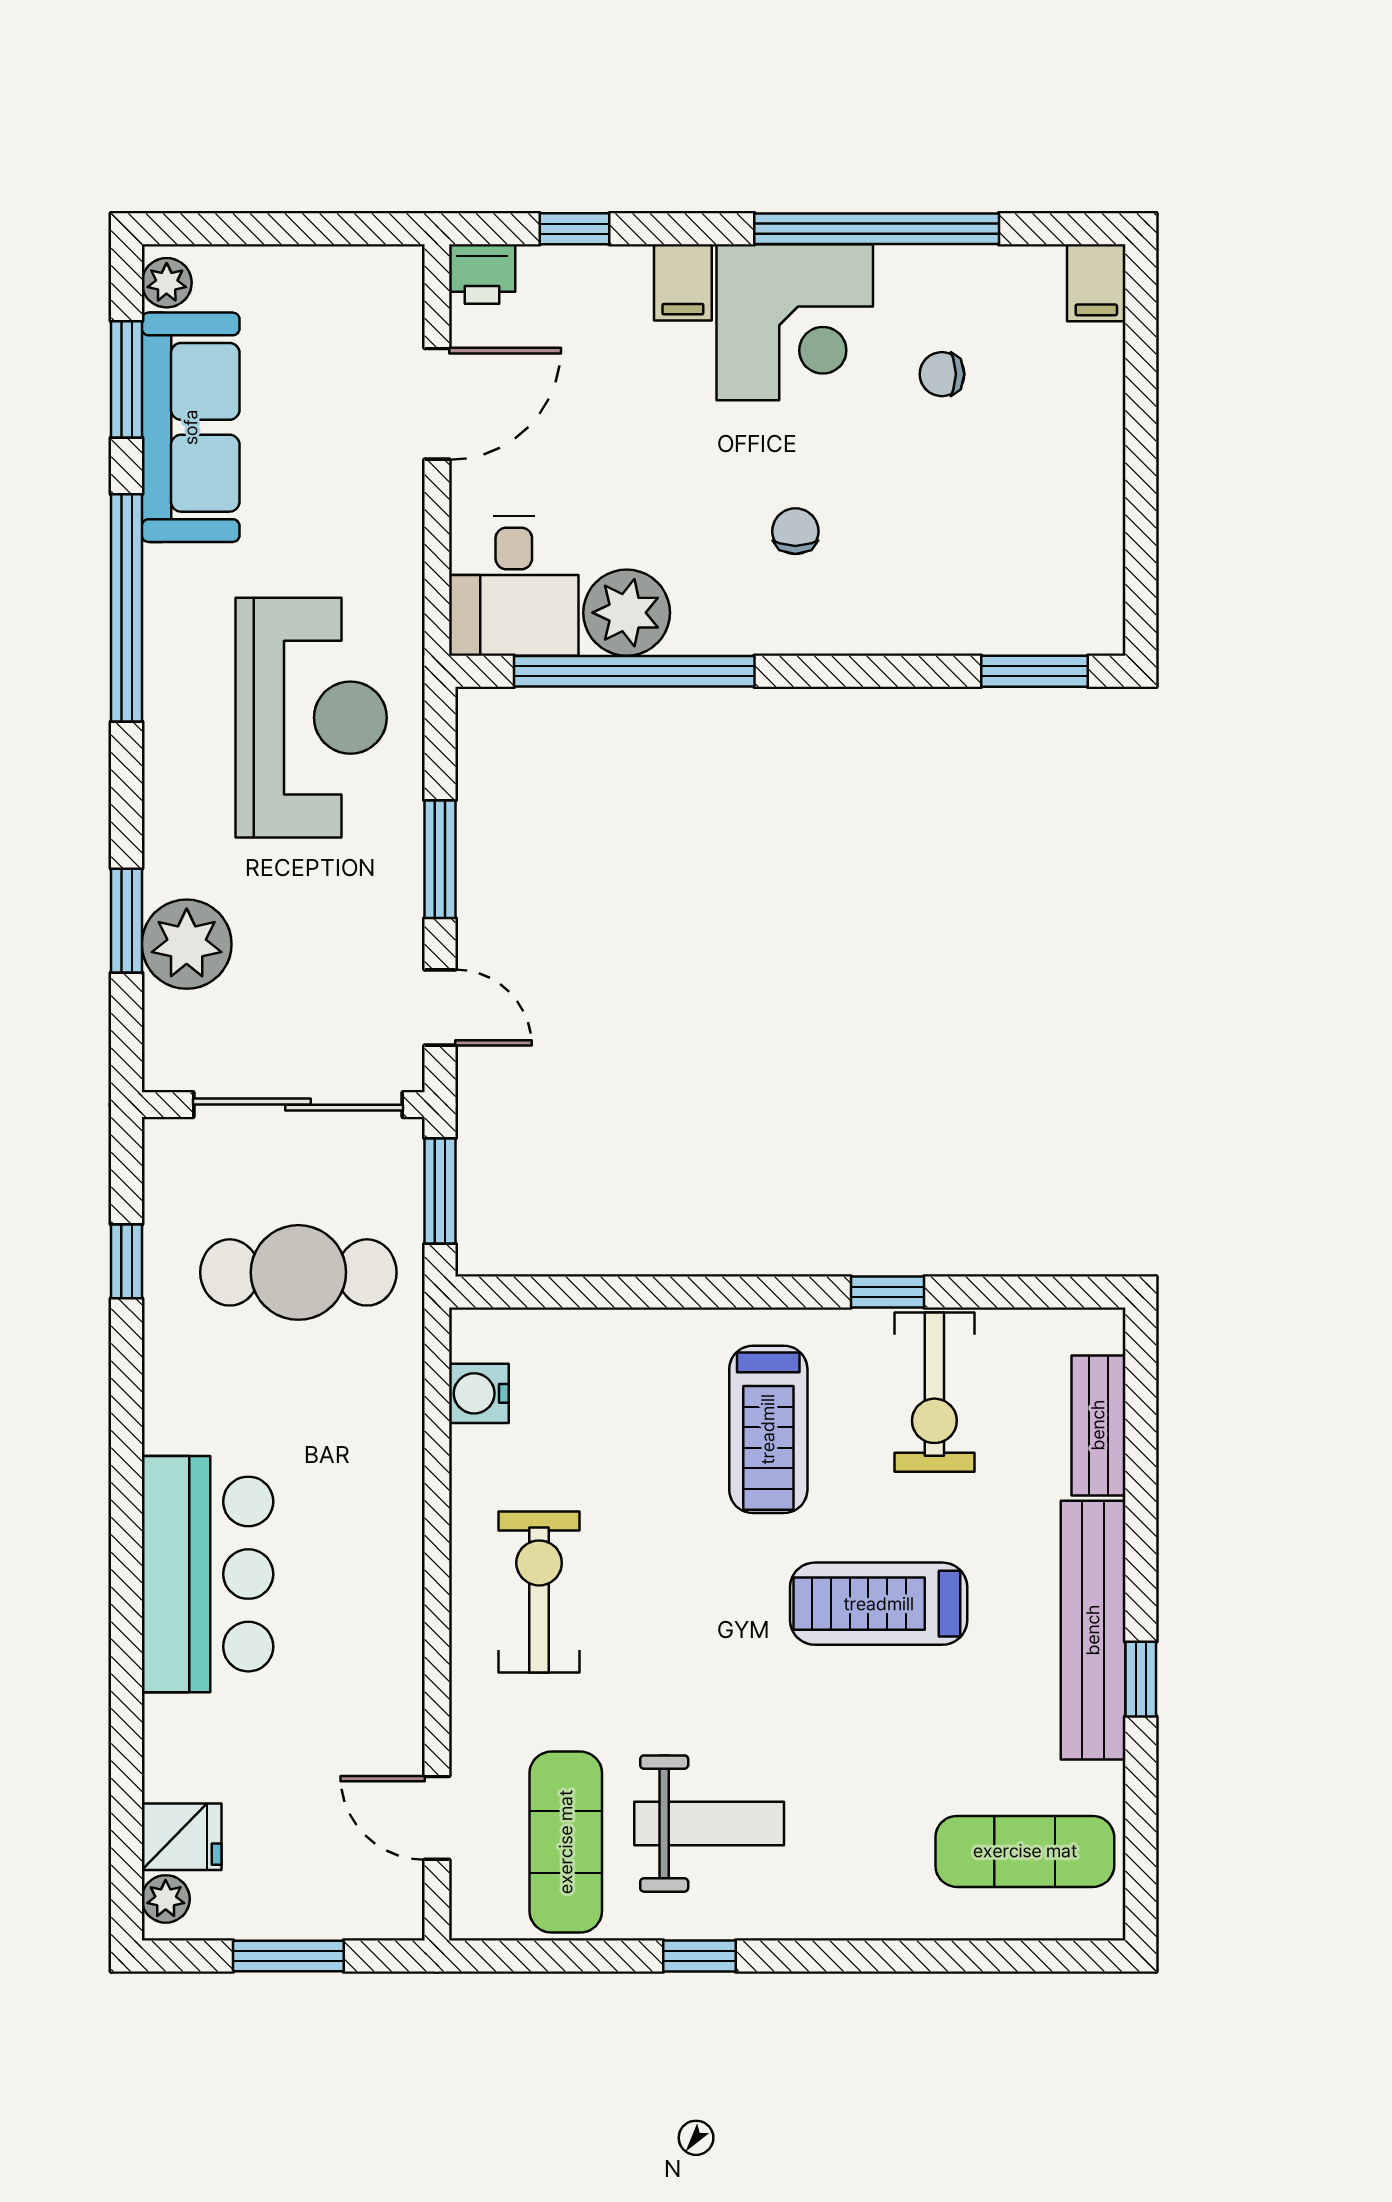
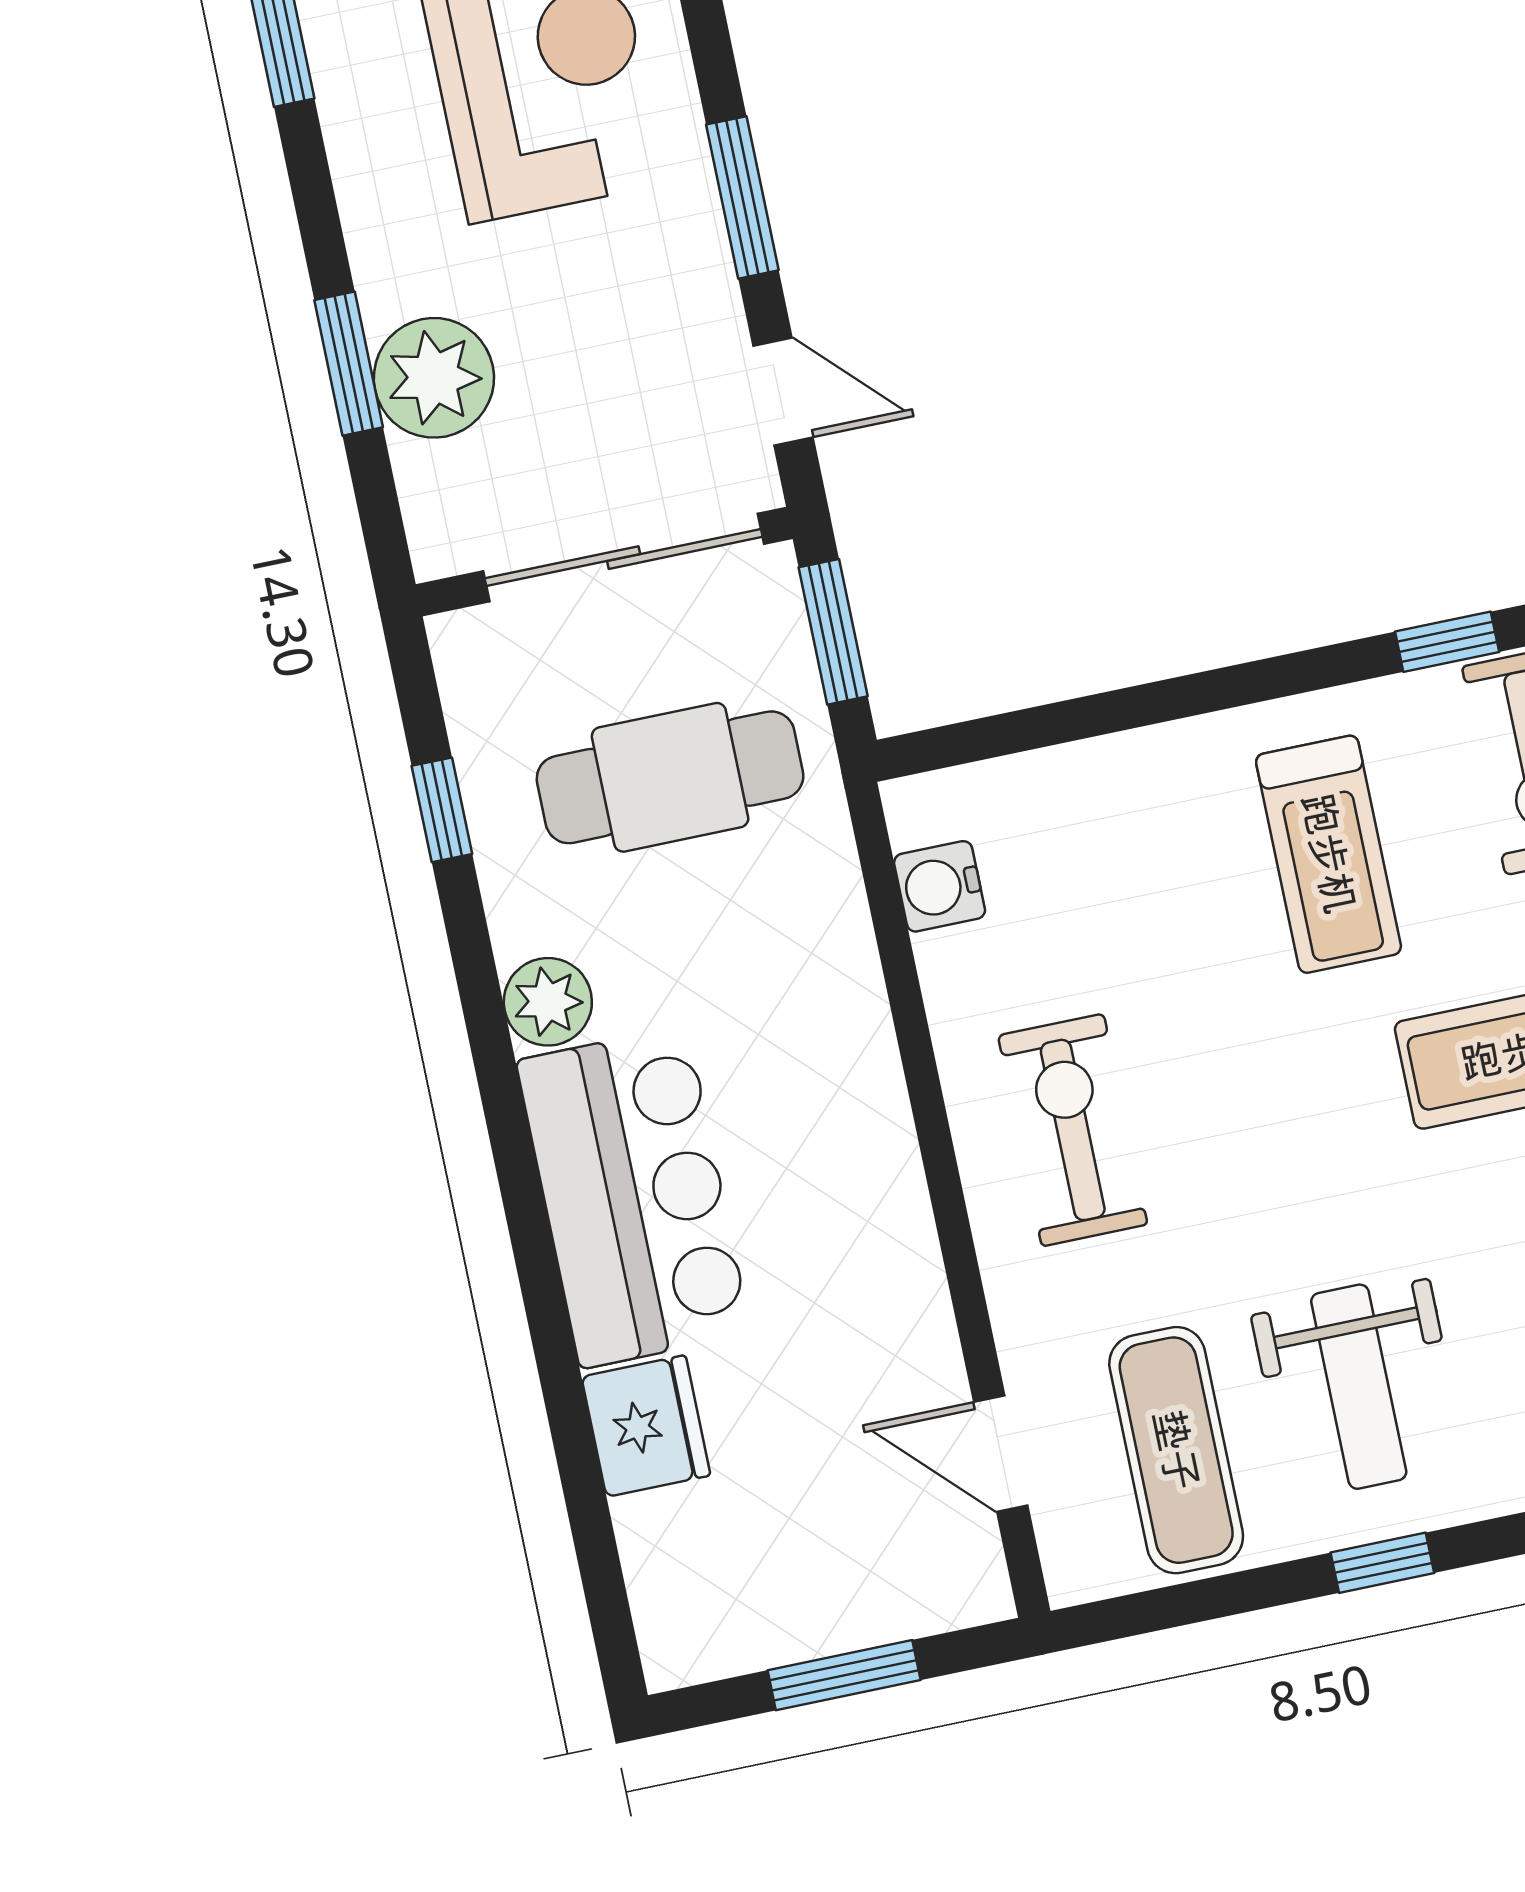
weight bench: (709, 1824) -> (1359, 1387), turned 90
fridge: (182, 1837) -> (646, 1426), moved, width x1.38
plant: (166, 1899) -> (548, 1002), moved, width x1.38, depth x1.38

